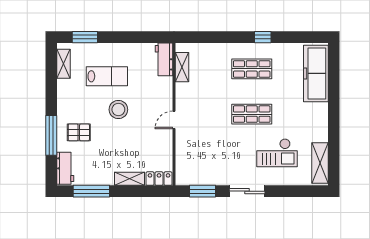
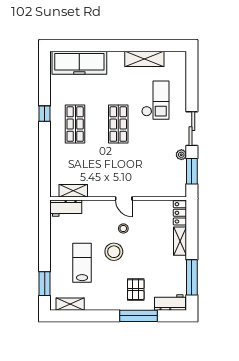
stool: (143, 119) -> (123, 228), added
shelving: (320, 163) -> (144, 59), moved
plant: (220, 180) -> (181, 155), added

